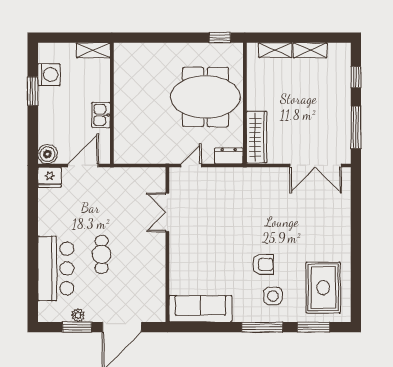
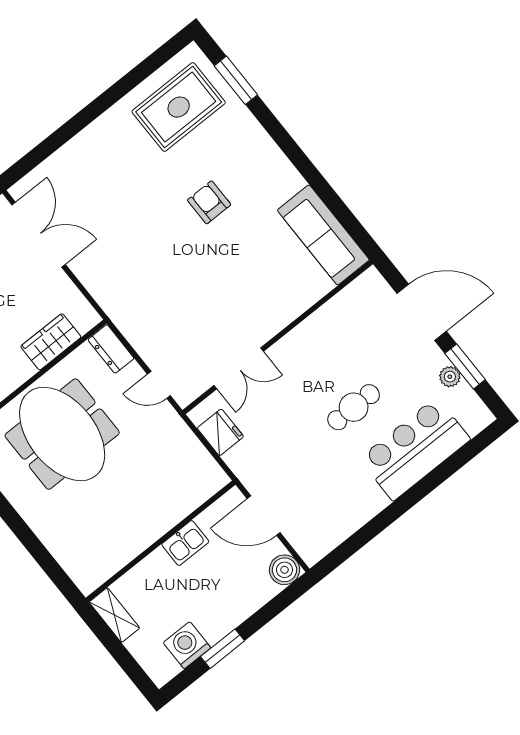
wardrobe: (257, 137) -> (51, 342), width x0.67
fridge: (50, 177) -> (220, 432), moved
side table: (273, 296) -> (238, 160), removed
window: (262, 327) -> (286, 142), removed

